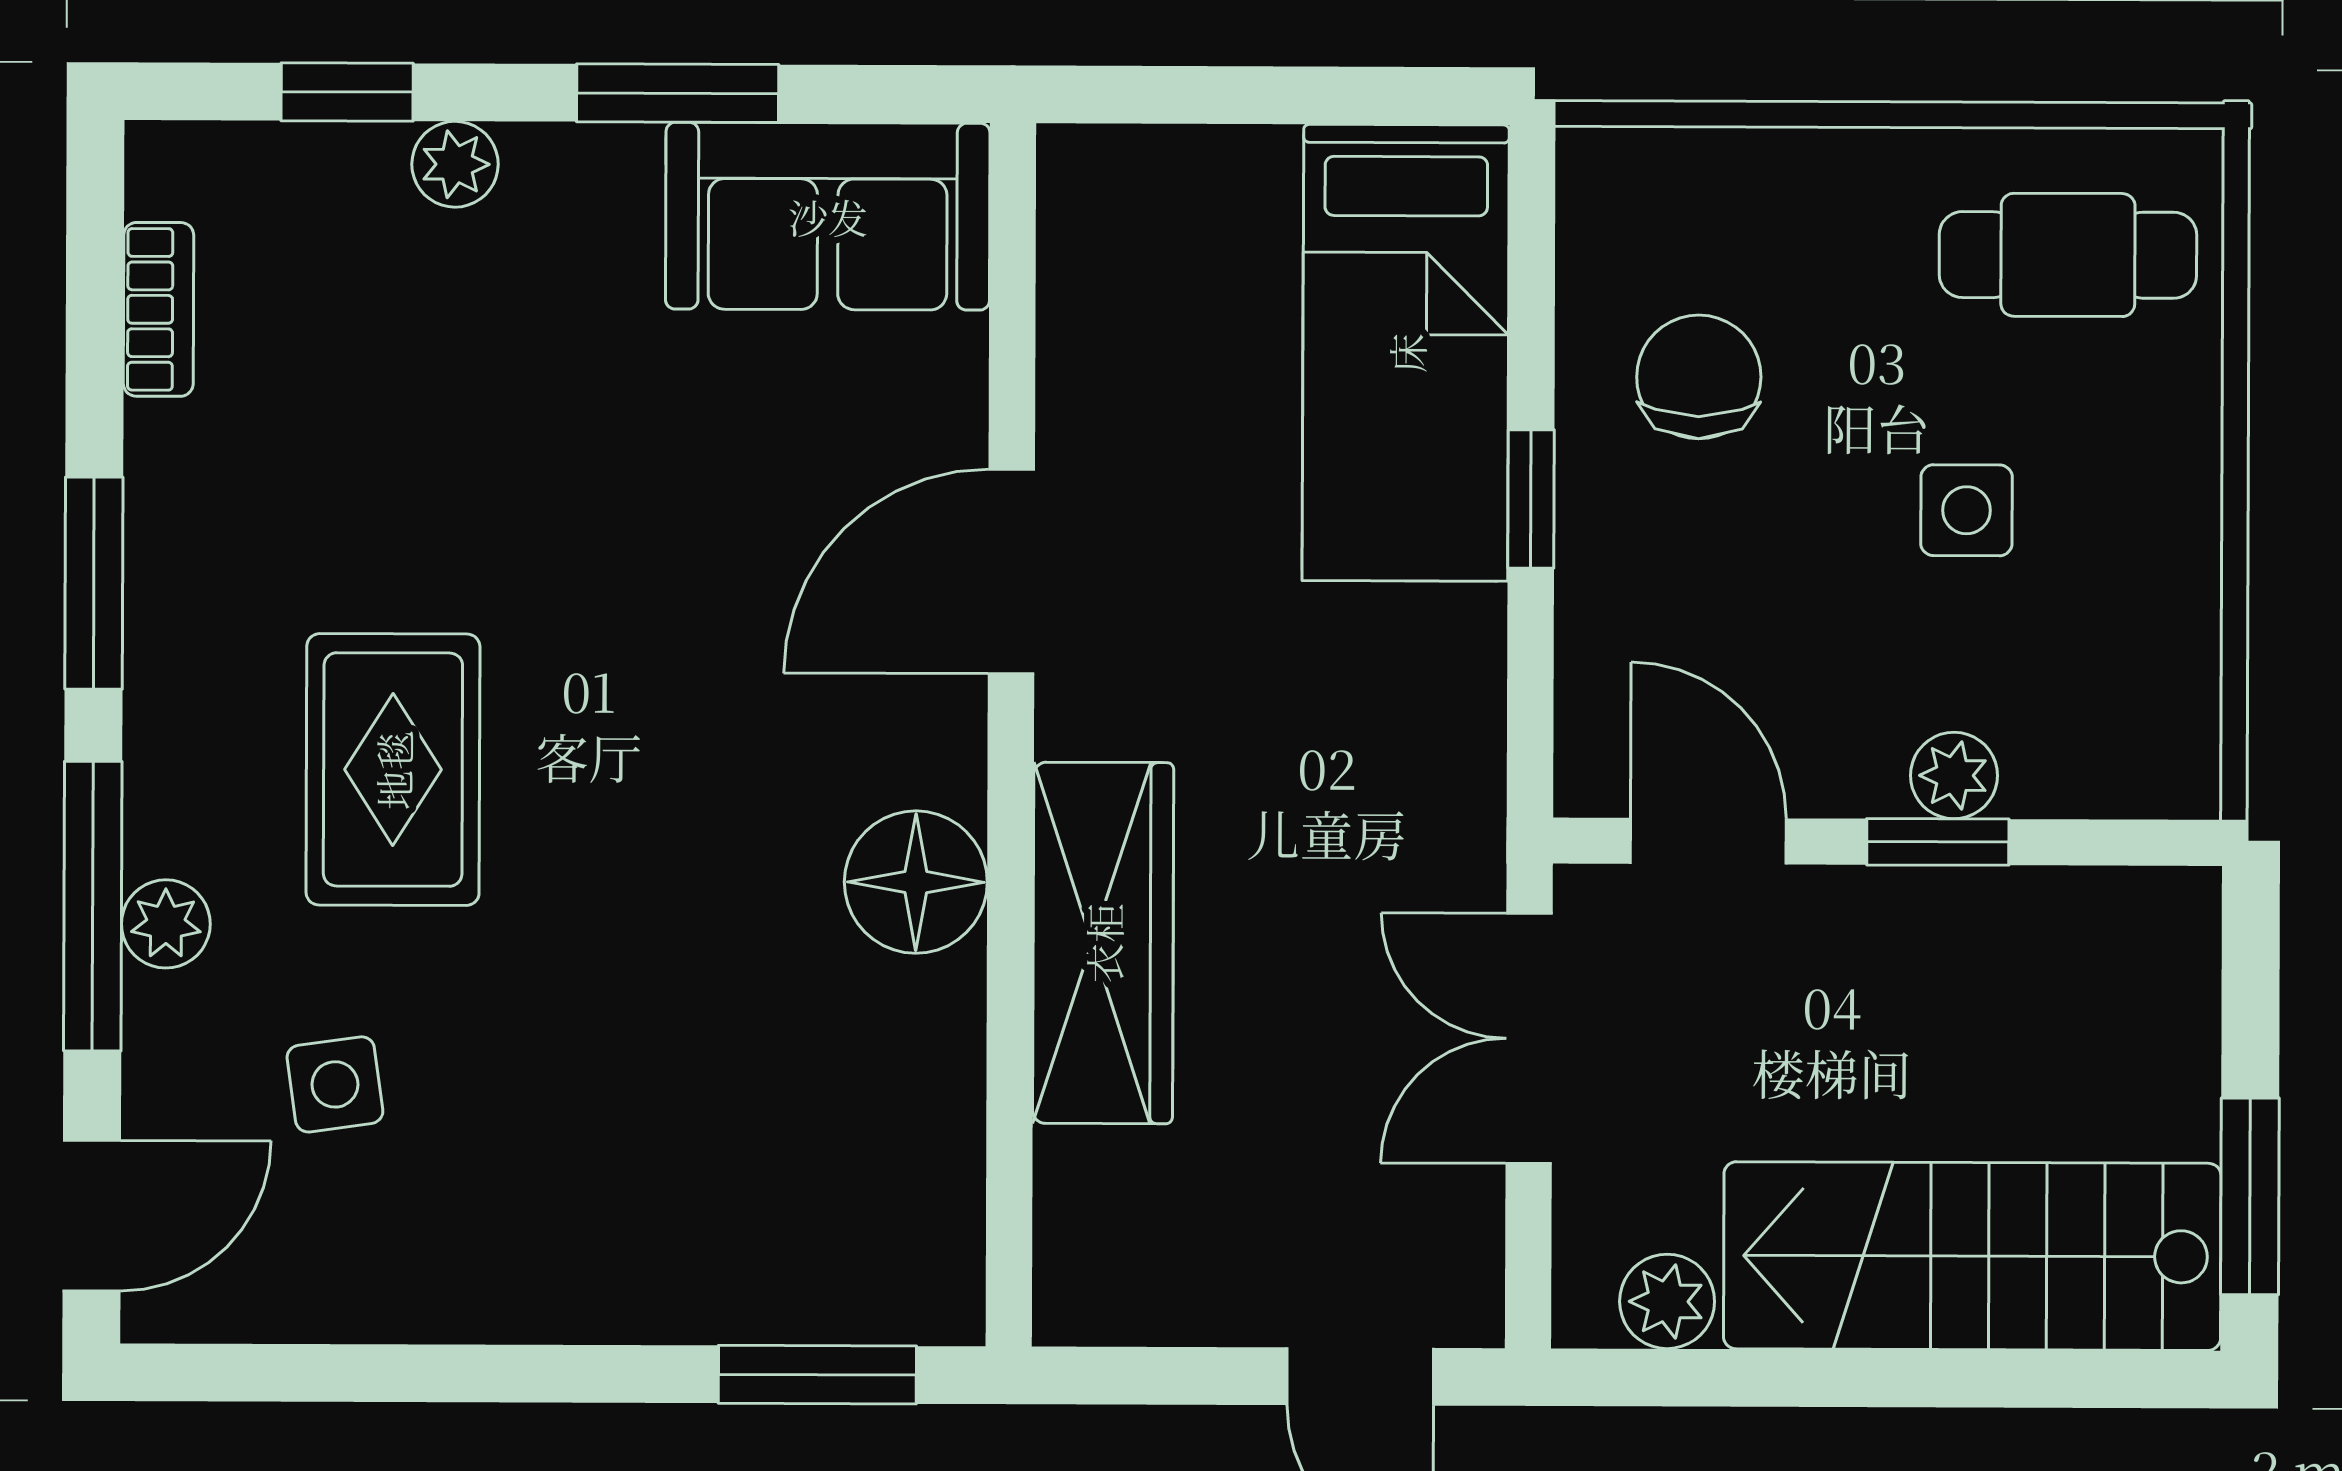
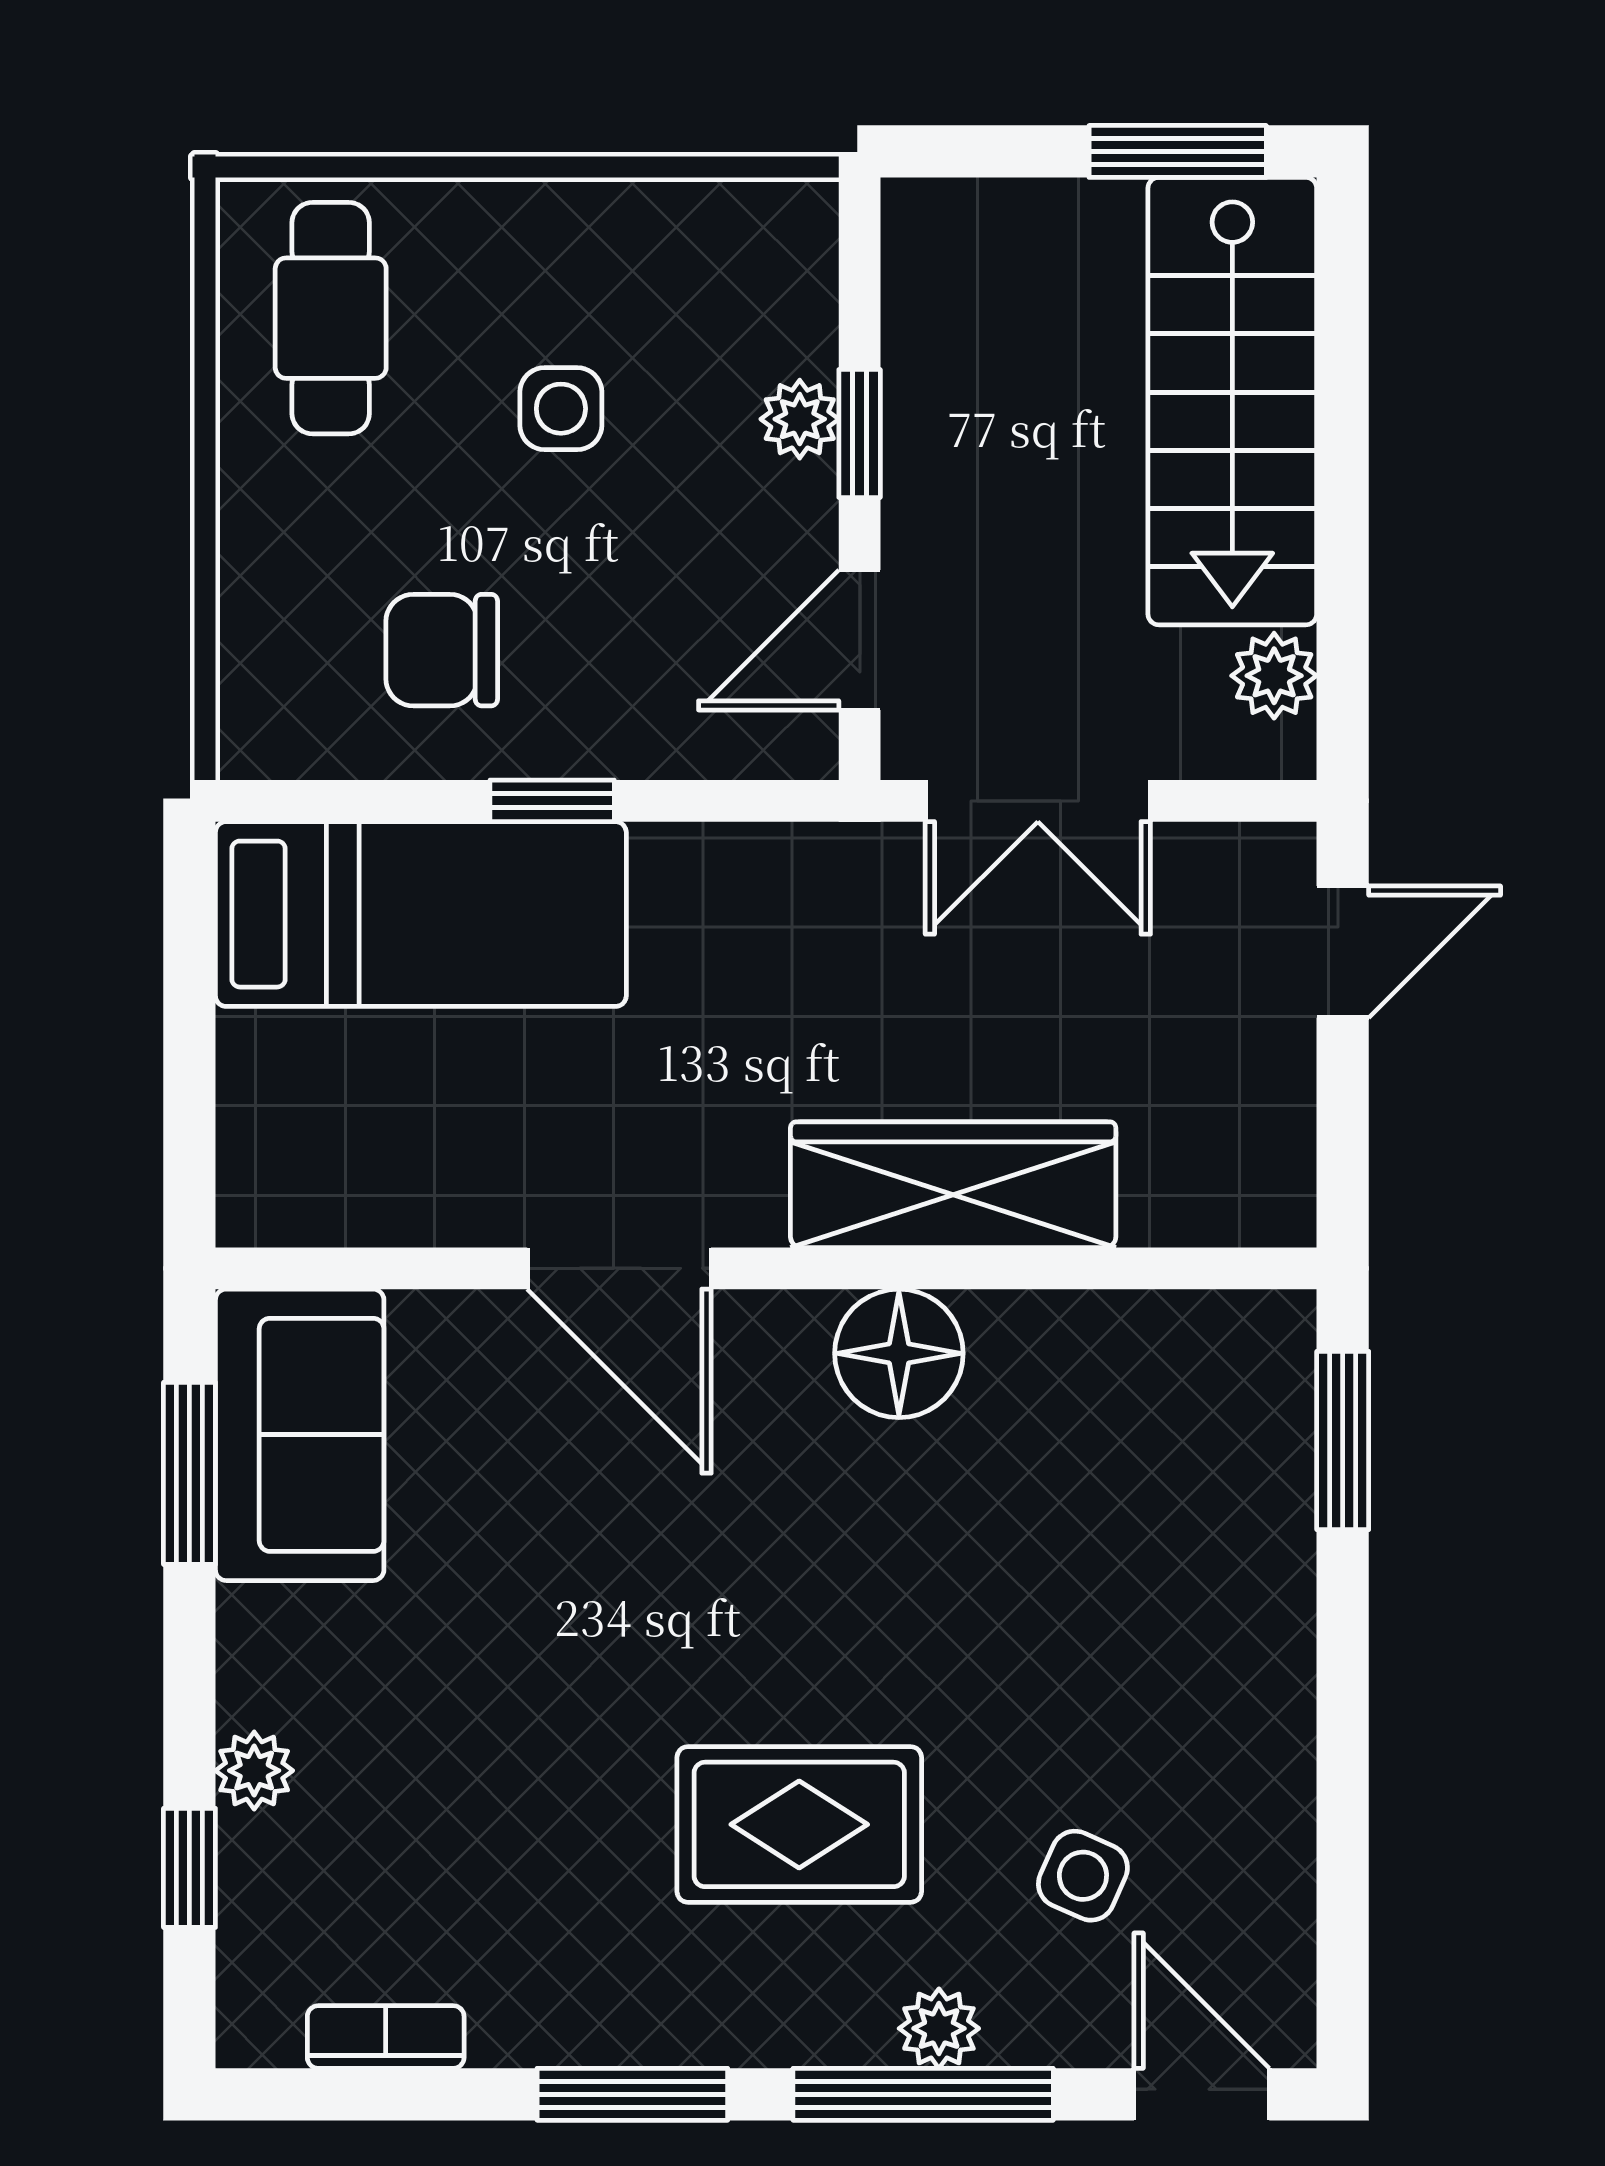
window: (678, 93) -> (189, 1473), moved
side table: (335, 1084) -> (1083, 1876), turned 32

